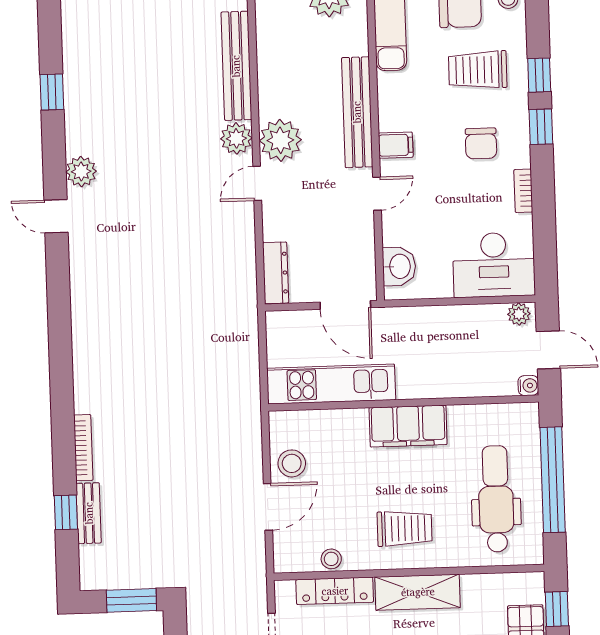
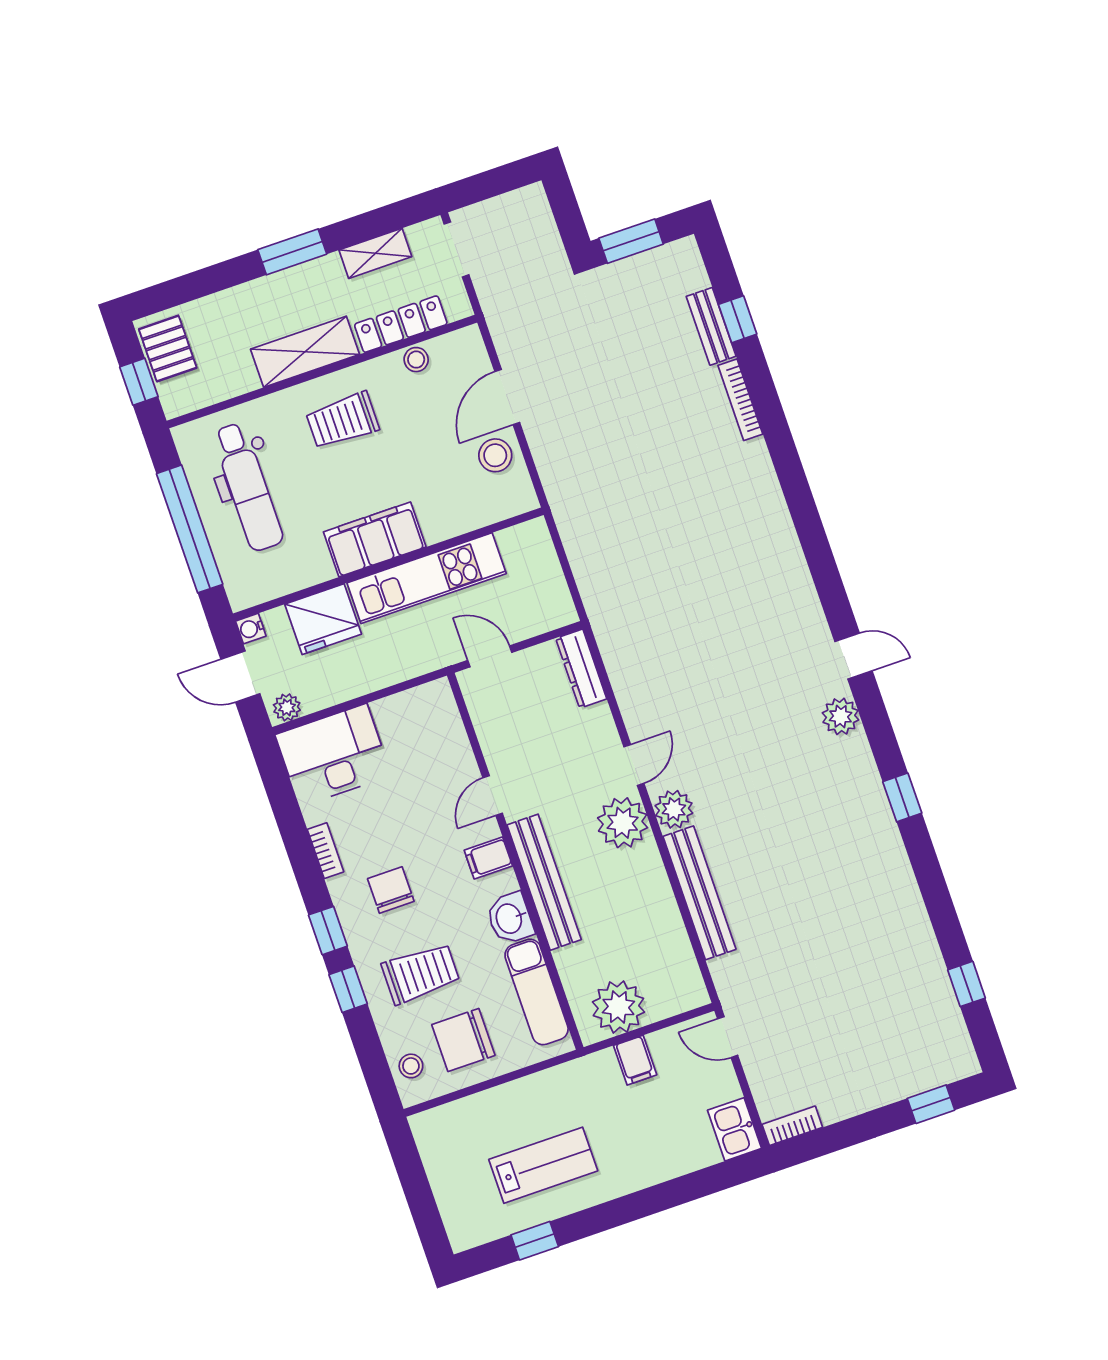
washbasin: (399, 266) -> (510, 918), moved
door: (345, 305) -> (490, 656), width x0.73
fridge: (469, 375) -> (323, 619), added
kitchen unit: (331, 384) -> (427, 578), moved

